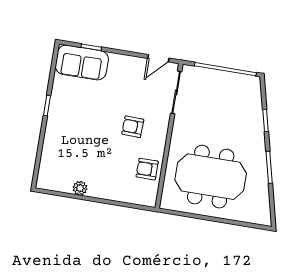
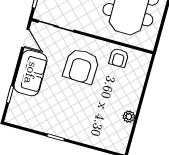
sofa: (82, 63) -> (31, 73), moved
armchair: (133, 127) -> (81, 66), width x1.88, depth x1.88

